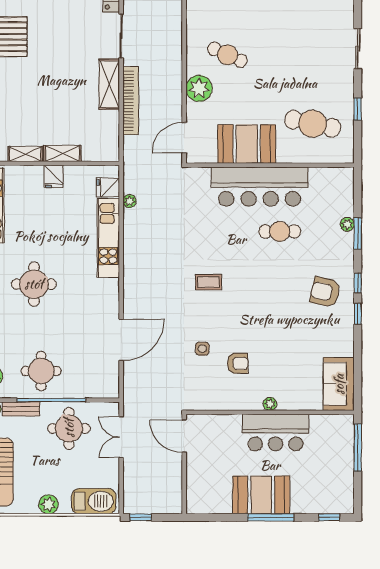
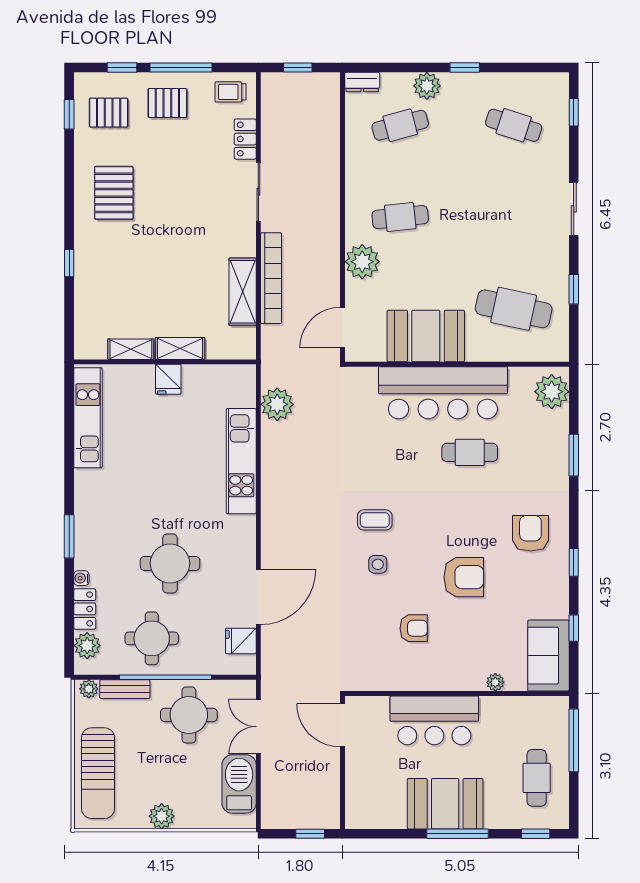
cafe table: (228, 55) -> (400, 217), turned -30
shelving: (109, 84) -> (243, 292), moved
fridge: (108, 187) -> (241, 641), moved
plant: (129, 201) -> (277, 404), width x1.87, depth x1.87
plant: (347, 224) -> (552, 392), moved, width x1.87, depth x1.87
window: (358, 283) -> (574, 628), moved
round table: (34, 284) -> (170, 563), moved
armchair: (325, 292) -> (530, 533), turned 77
armchair: (275, 325) -> (464, 577), added
side table: (202, 349) -> (378, 564), moved
plant: (270, 404) -> (495, 682), moved
bar counter: (276, 432) -> (434, 720), moved
cafe table: (330, 476) -> (537, 778), added
barbecue: (94, 501) -> (239, 784), moved, turned -90
window: (141, 517) -> (310, 834), moved

